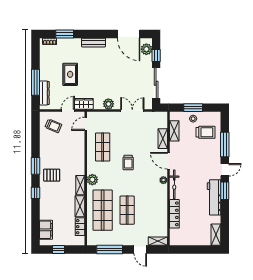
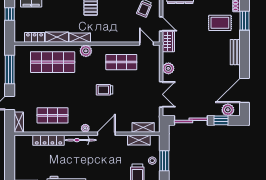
rug: (70, 74) -> (220, 23), moved
shelving: (163, 139) -> (143, 128), moved
shop shelf: (127, 210) -> (53, 115), moved

